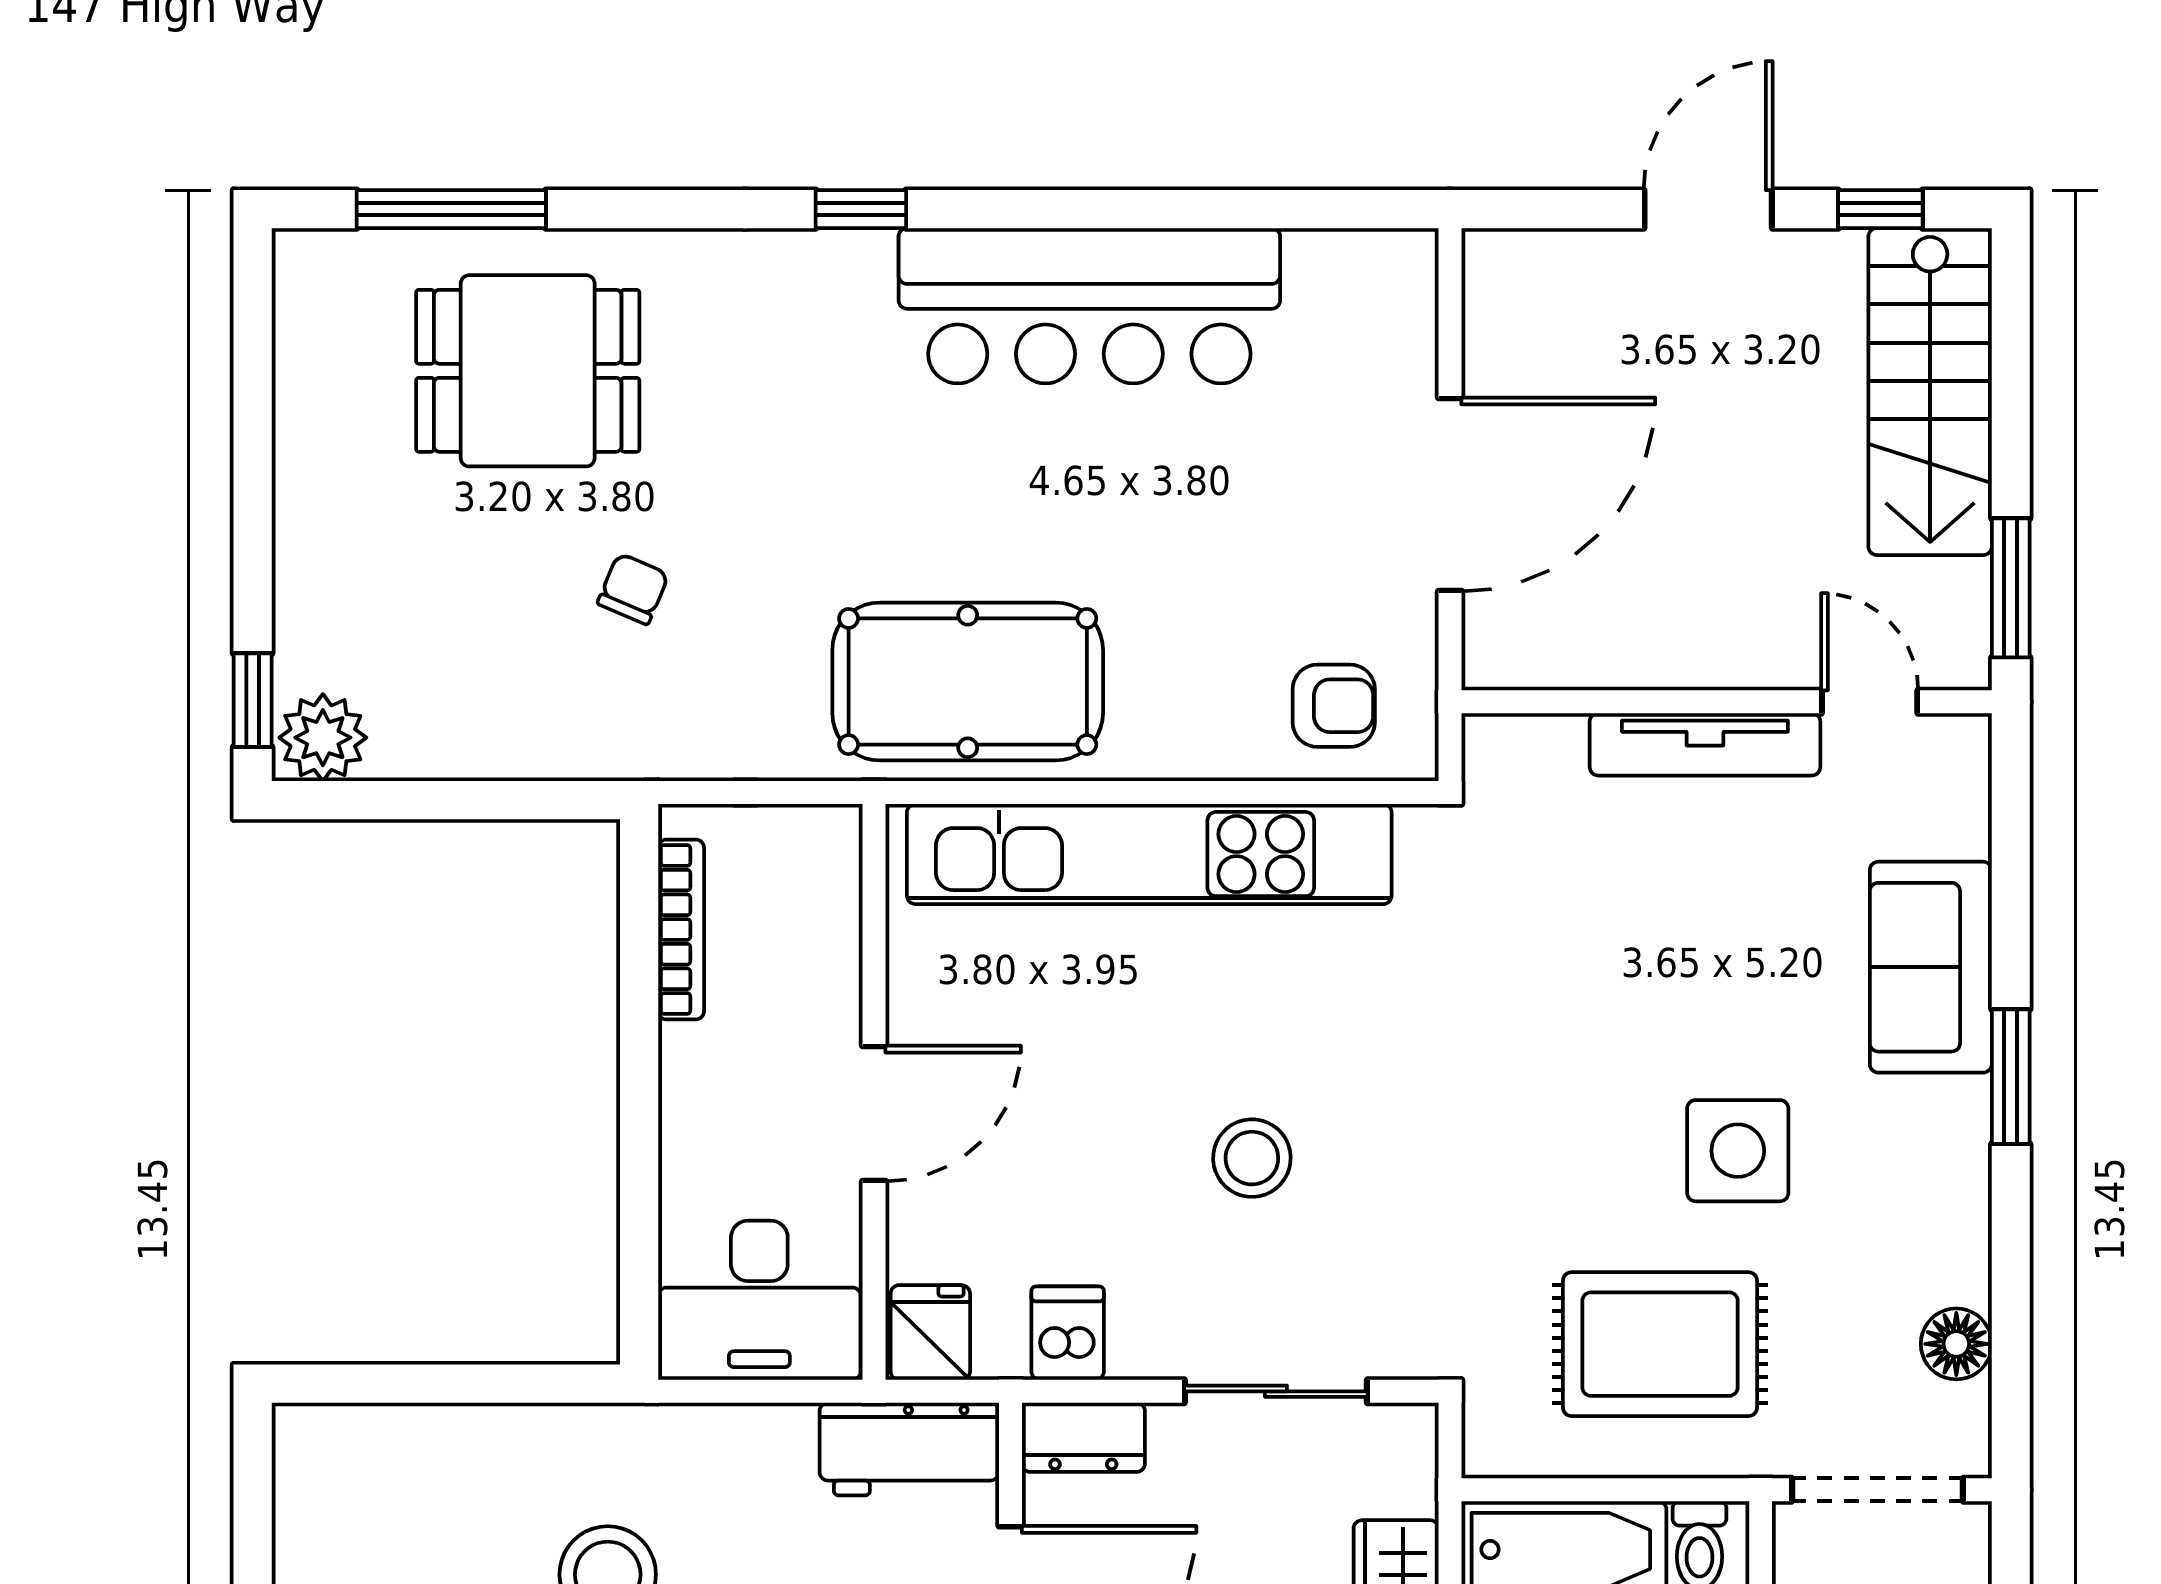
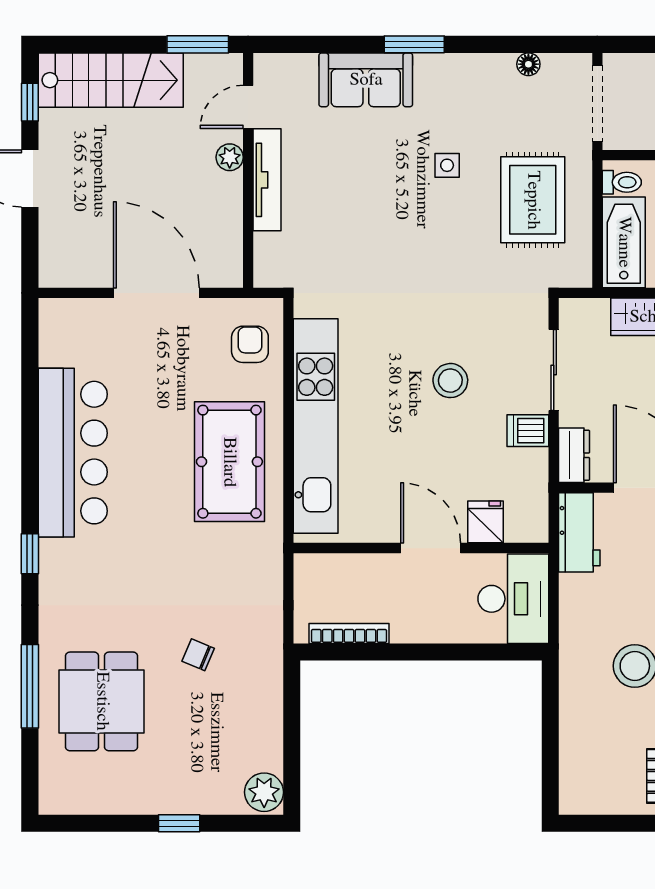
window: (451, 209) -> (30, 686), moved
plant: (1756, 660) -> (230, 157), added
pool table: (968, 681) -> (229, 462), moved
window: (253, 700) -> (179, 823), moved
side table: (1738, 1151) -> (447, 165), width x0.54, depth x0.54
fridge: (930, 1333) -> (486, 522), moved, turned 90
dishwasher: (1068, 1333) -> (528, 431), moved
floor lamp: (1956, 1344) -> (528, 64), width x0.73, depth x0.73

